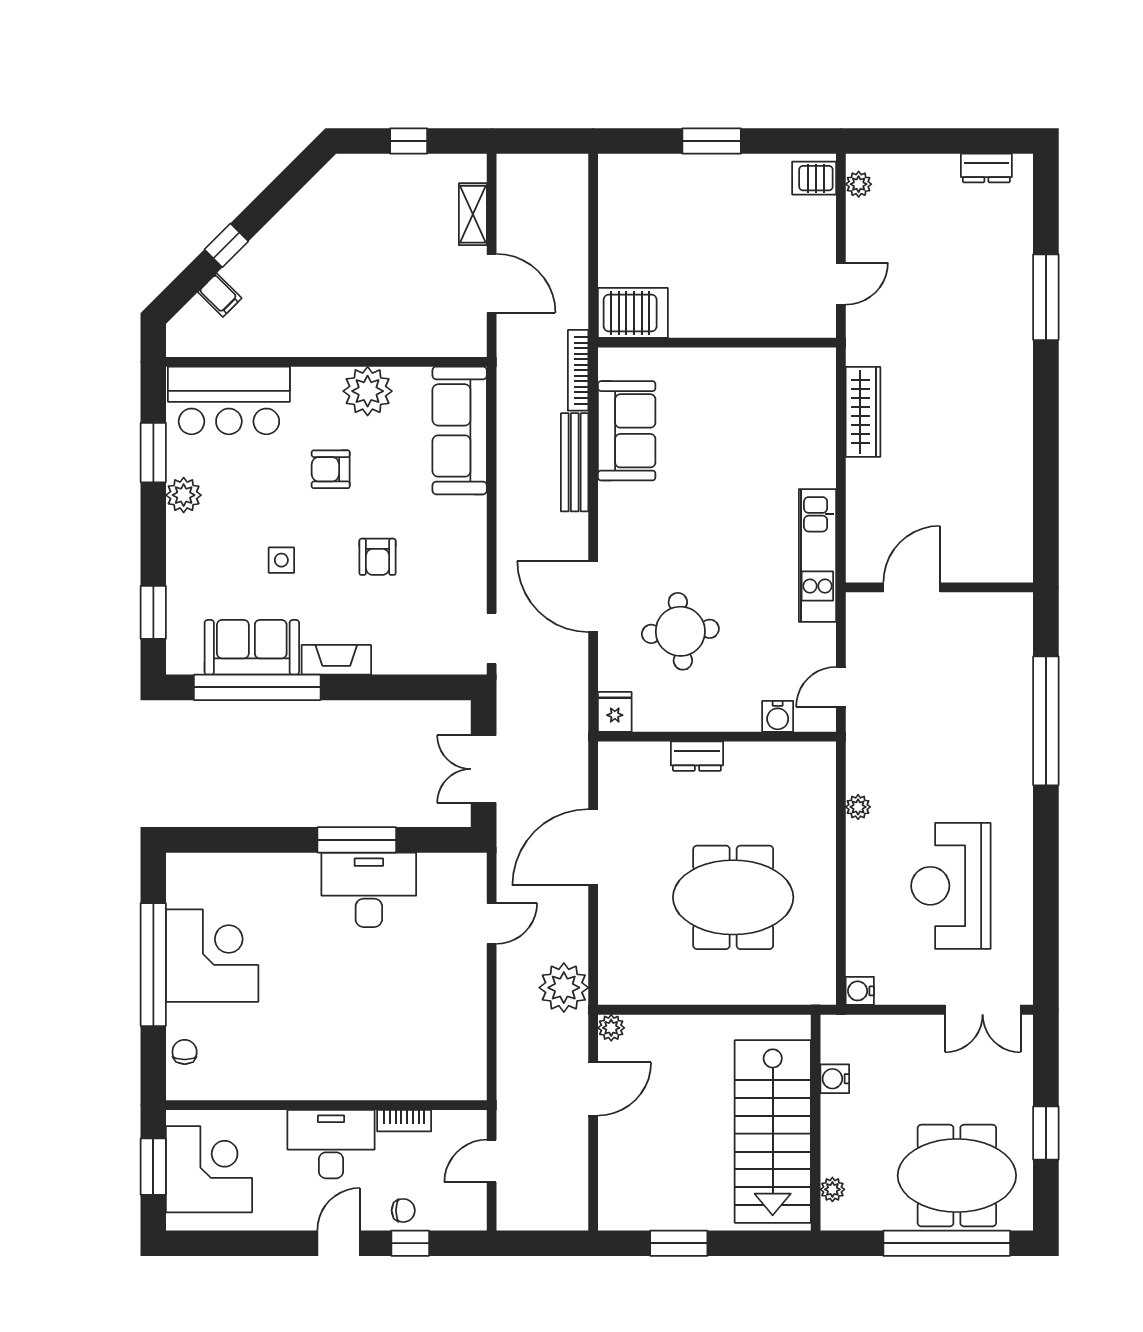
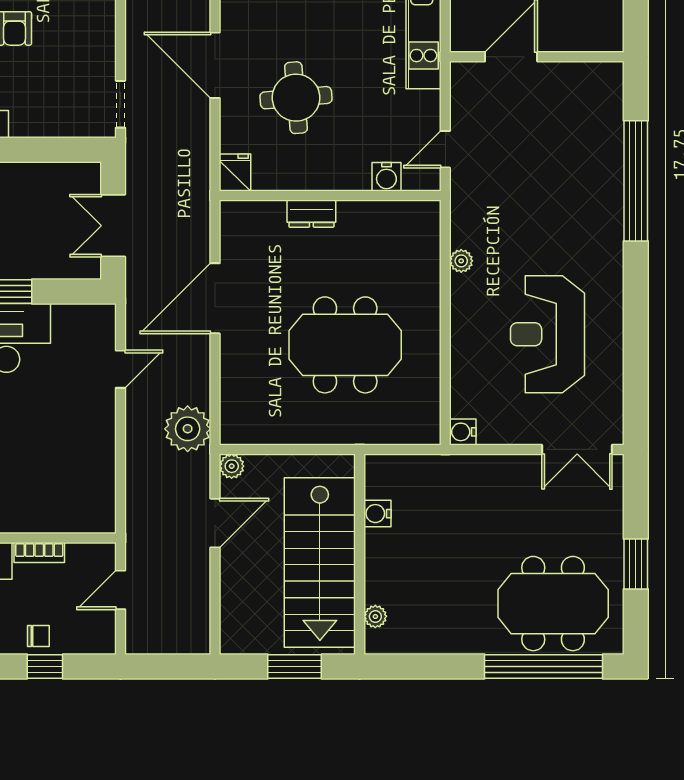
water cooler: (835, 1079) -> (377, 514), moved
wall: (816, 1123) -> (360, 554), moved
stairs: (773, 1131) -> (320, 563), moved
plant: (832, 1189) -> (375, 616), moved

